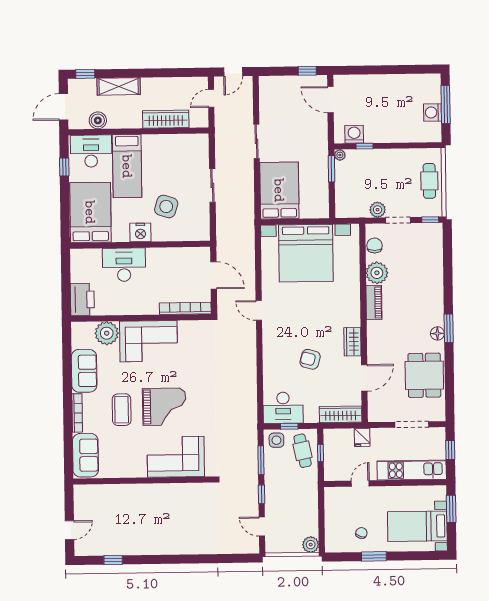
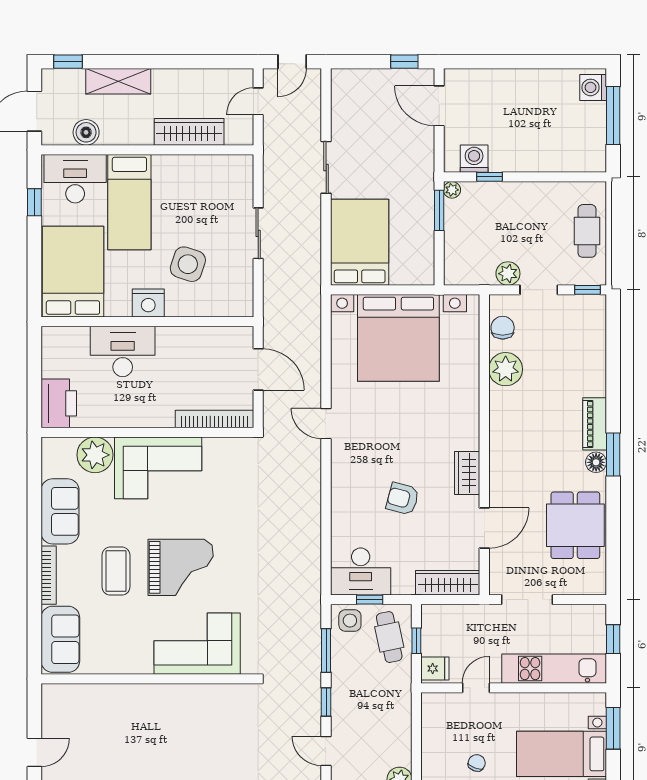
washing machine: (432, 112) -> (593, 87), moved
piano: (374, 302) -> (595, 424), moved, turned 180
doorway: (412, 425) -> (527, 600), moved
fridge: (362, 437) -> (435, 668), moved, turned -90

